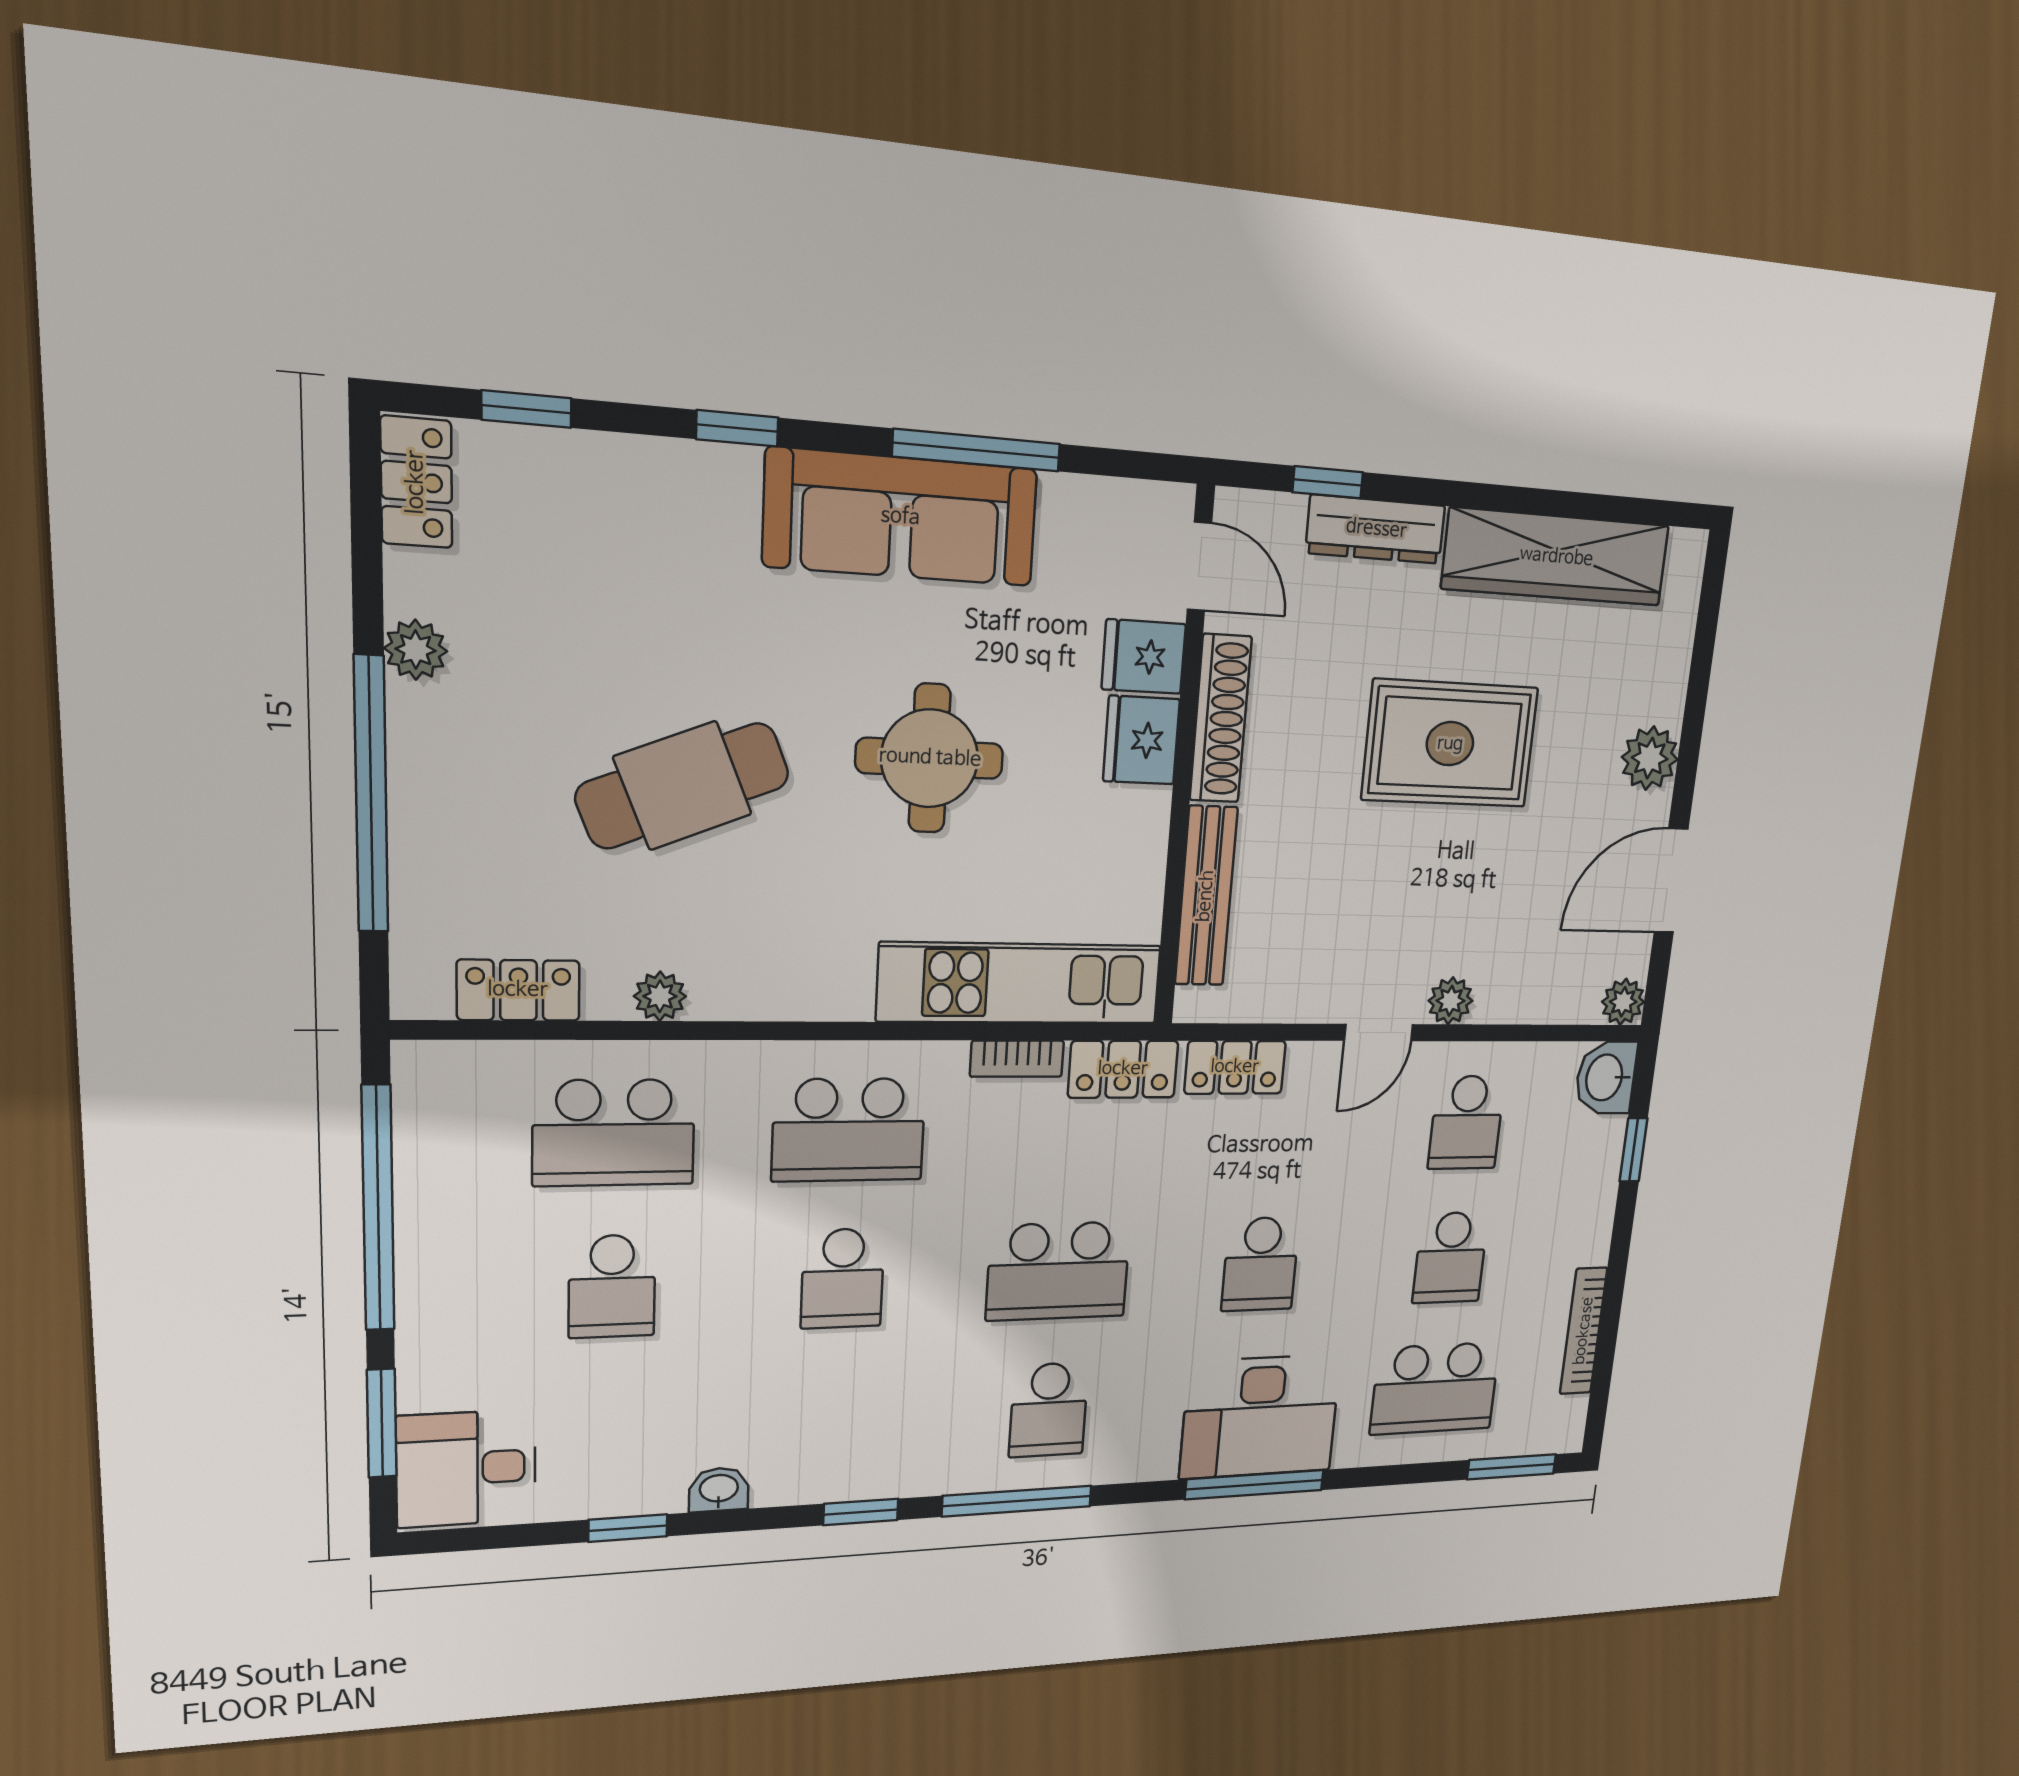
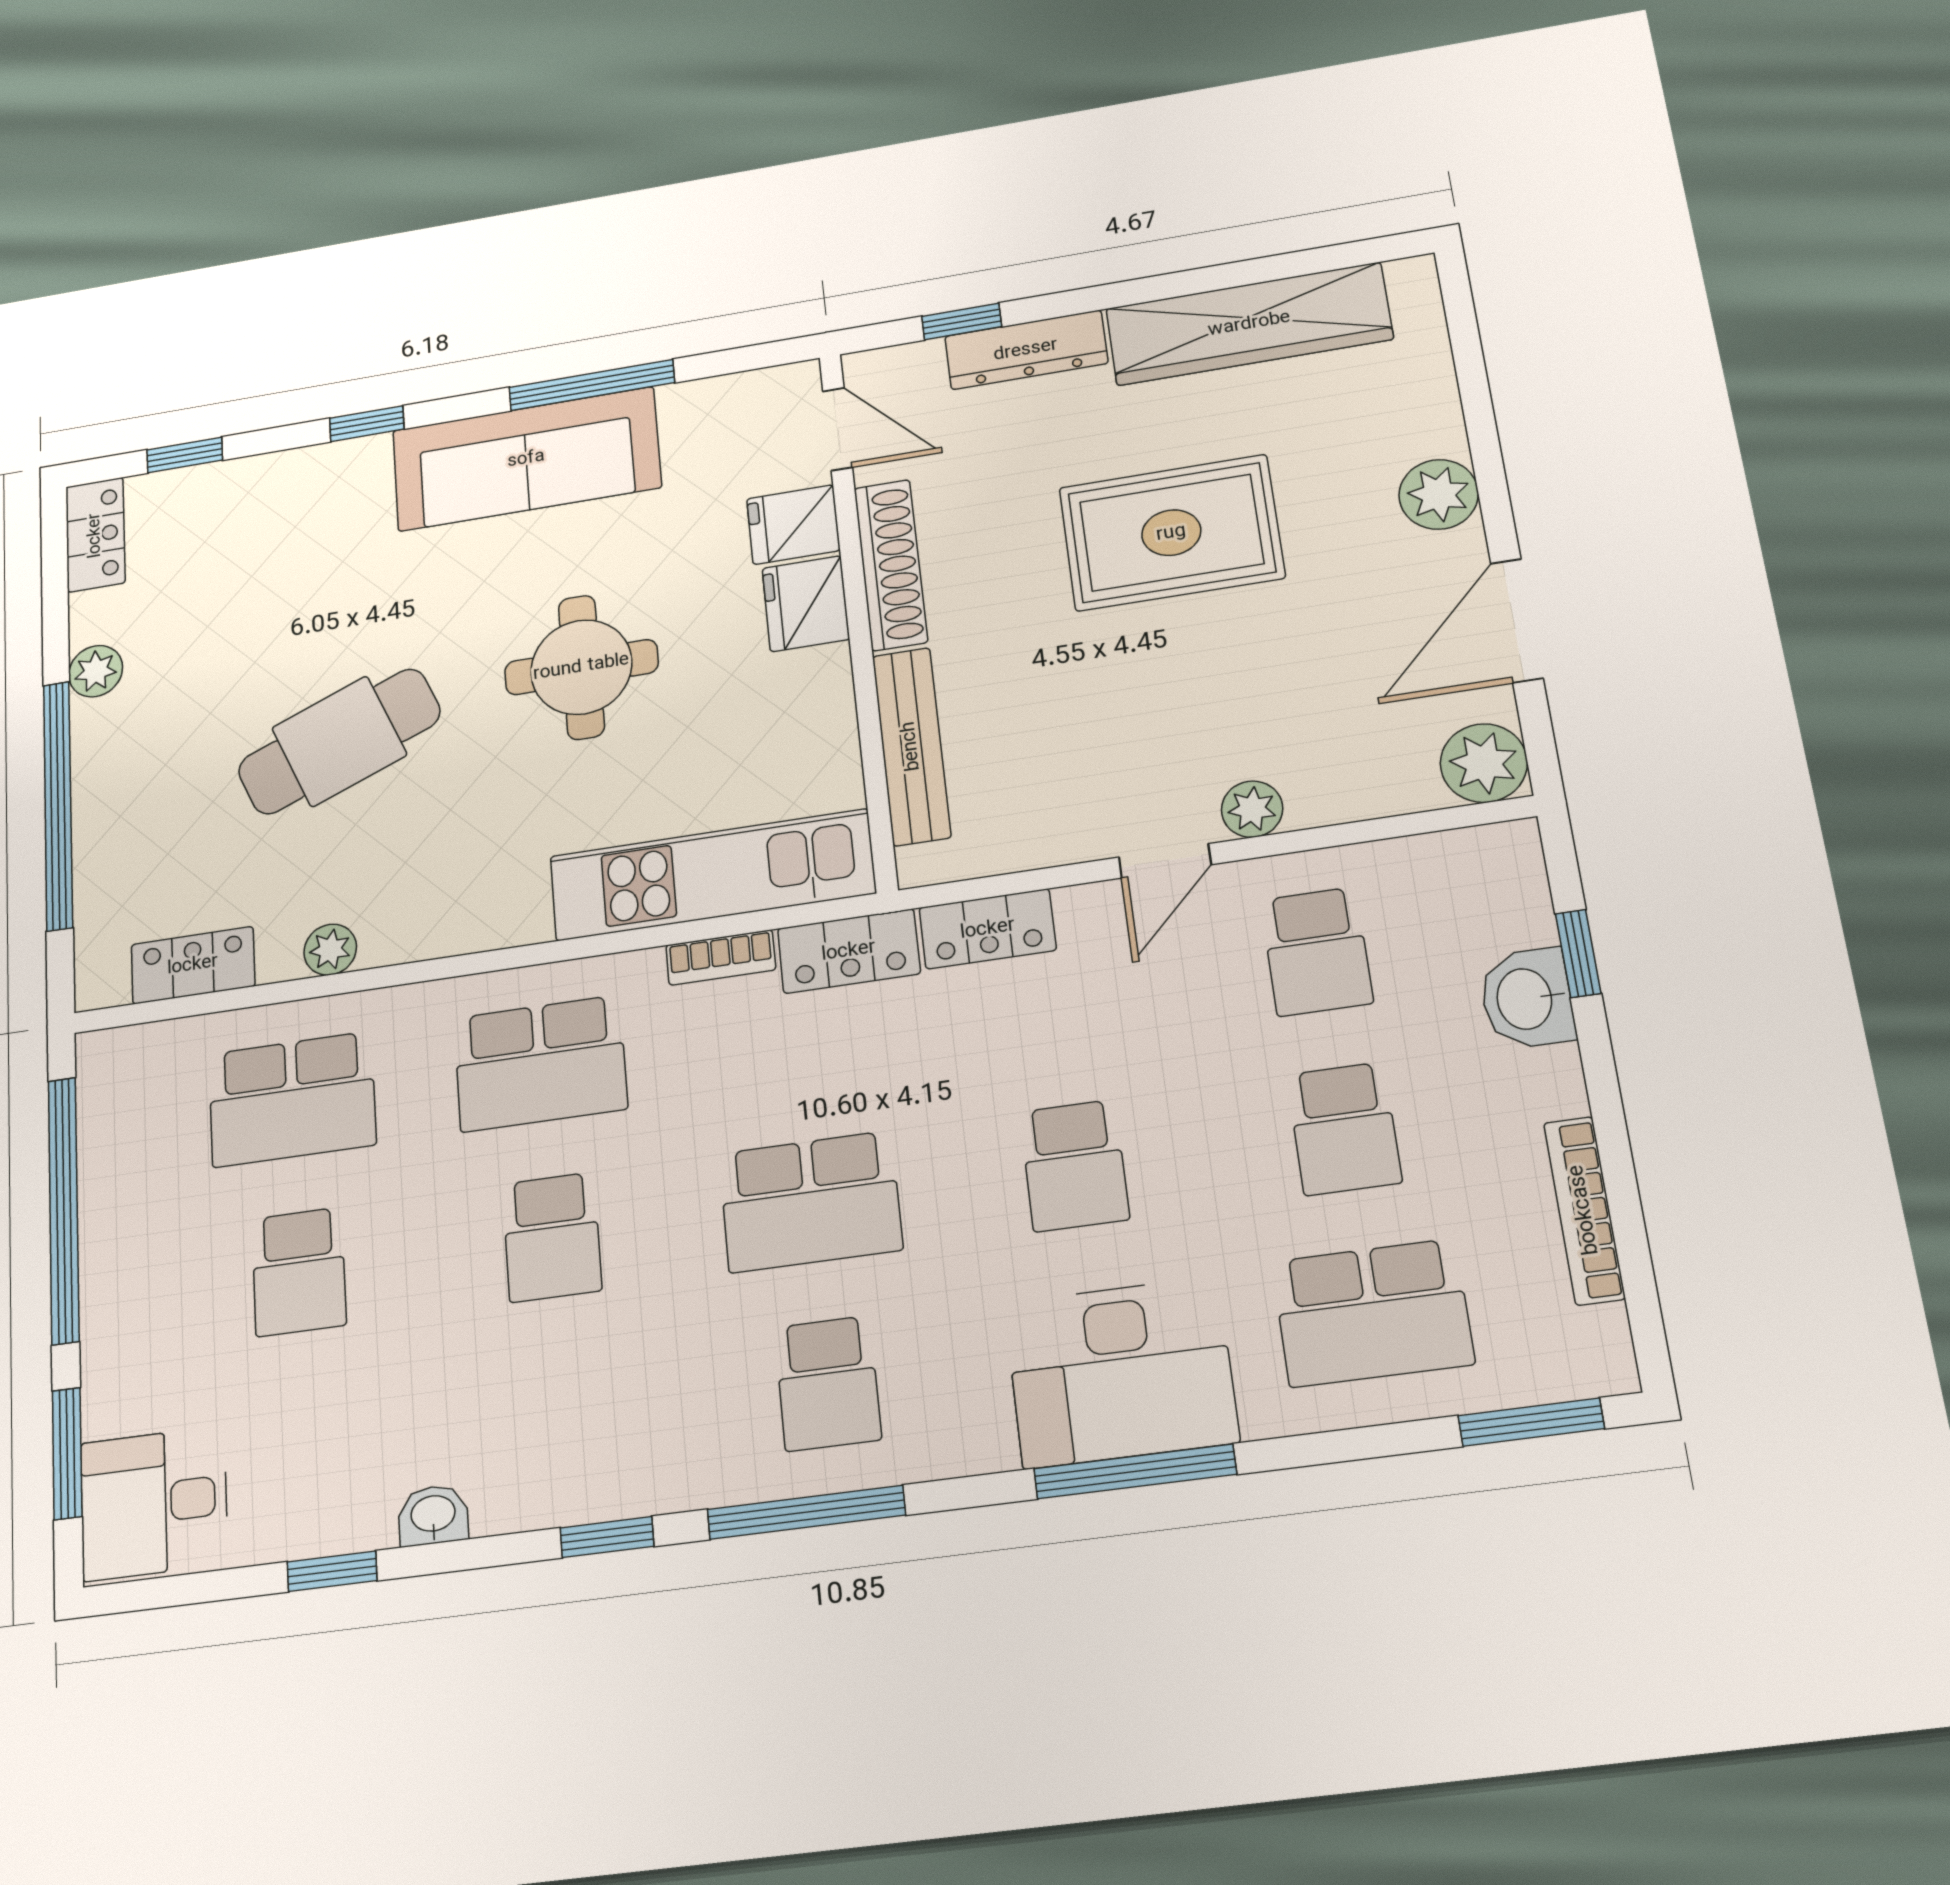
plant: (1623, 1002) -> (1484, 763), width x1.38, depth x1.38
washbasin: (1606, 1077) -> (1527, 999), moved

